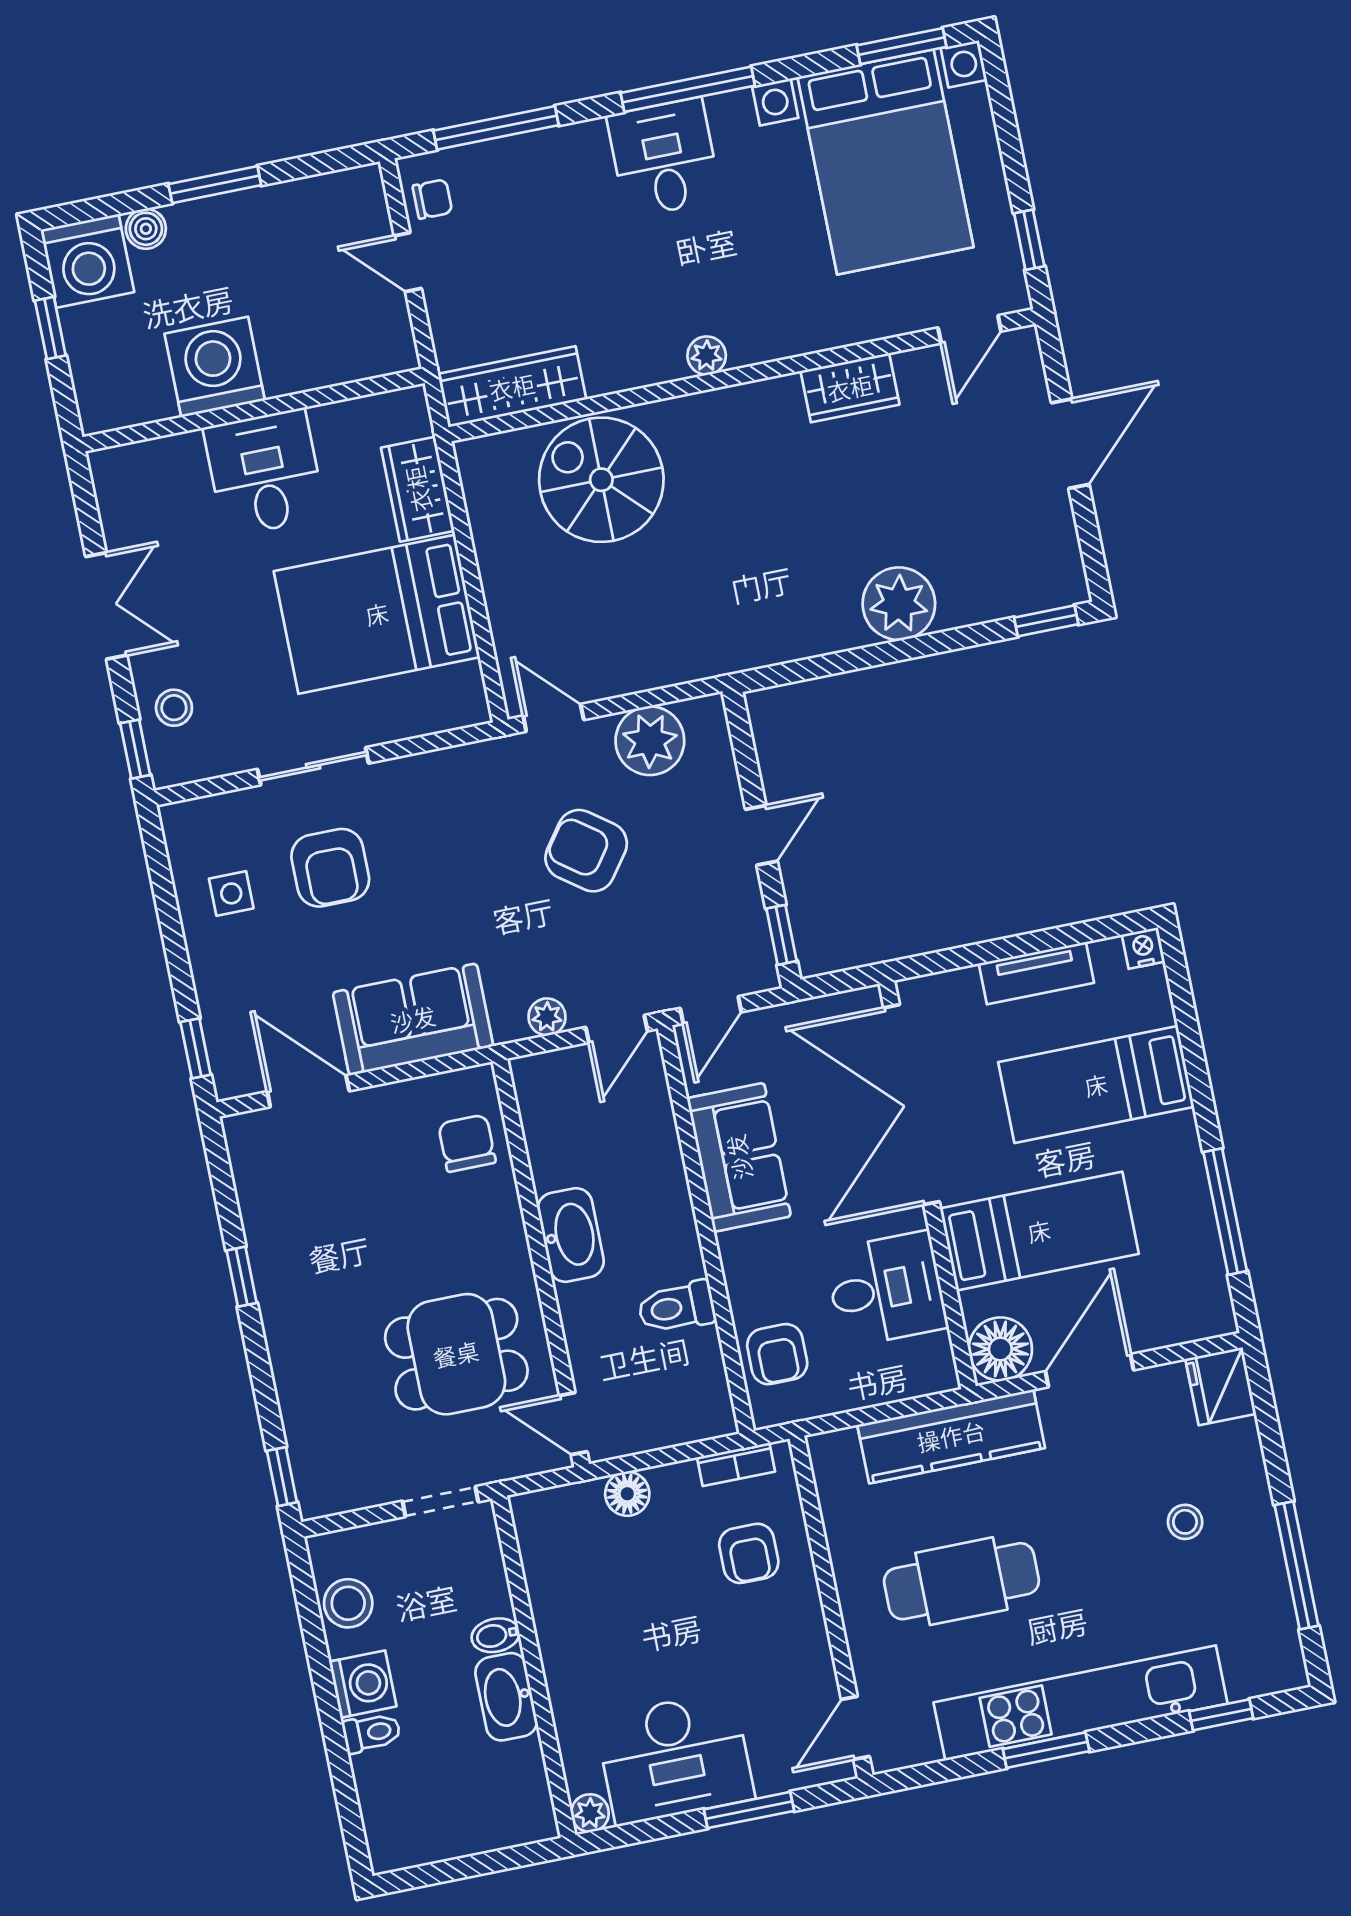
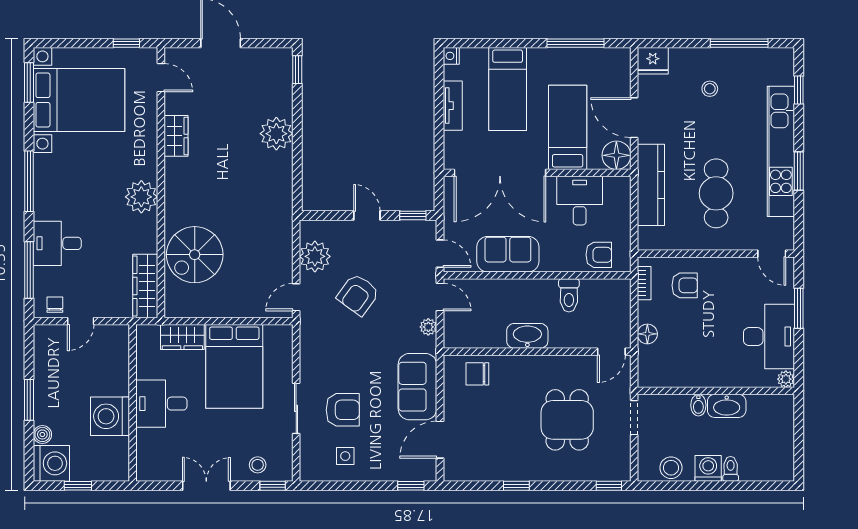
desk: (664, 158) -> (57, 243), moved
plant: (707, 356) -> (141, 197), width x1.87, depth x1.87
dining table: (456, 1354) -> (567, 420), moved

